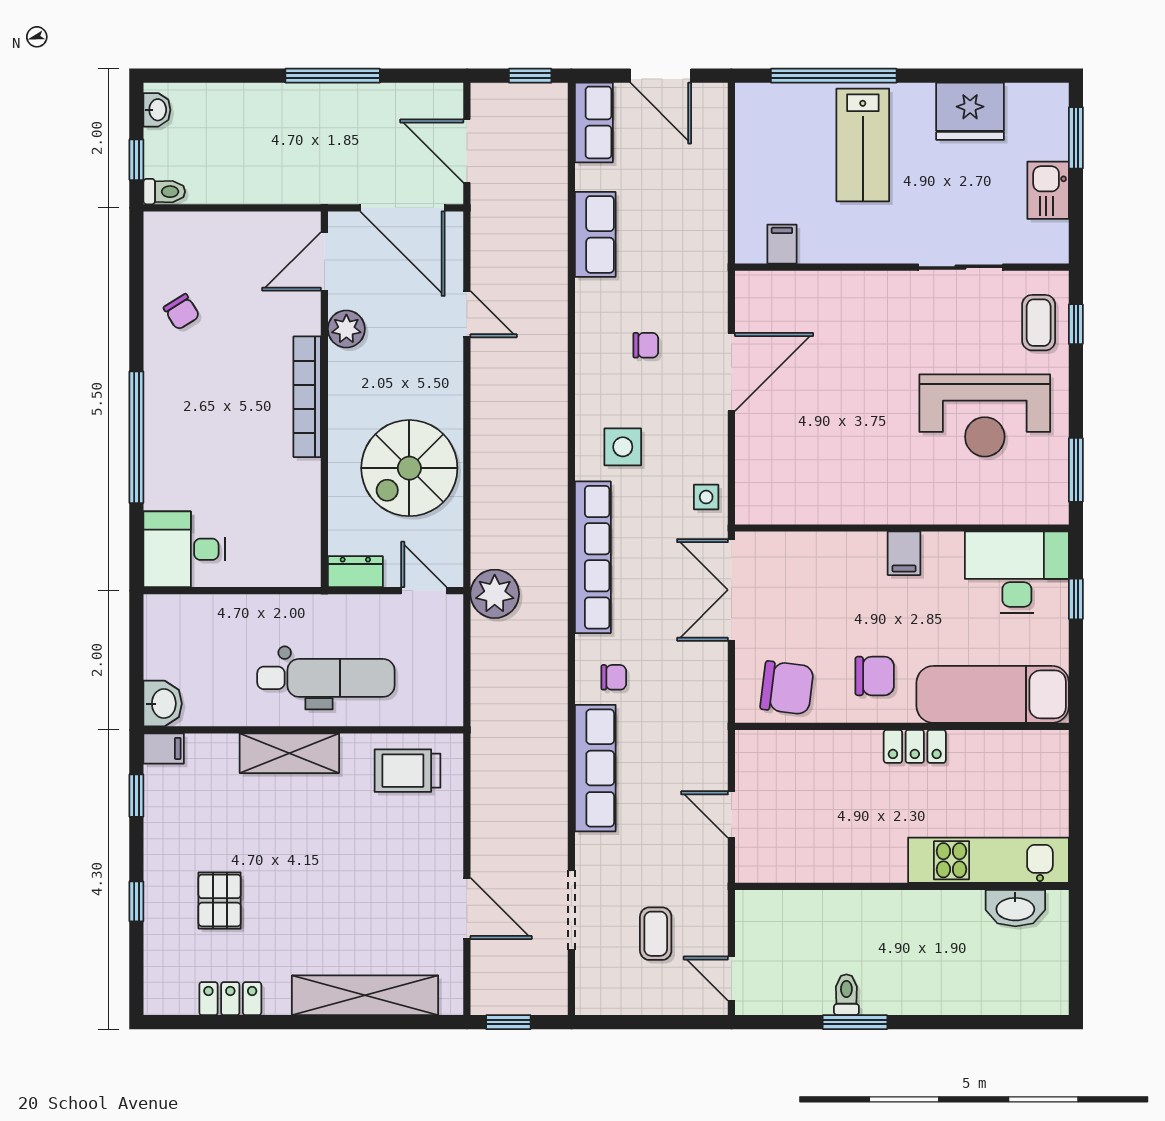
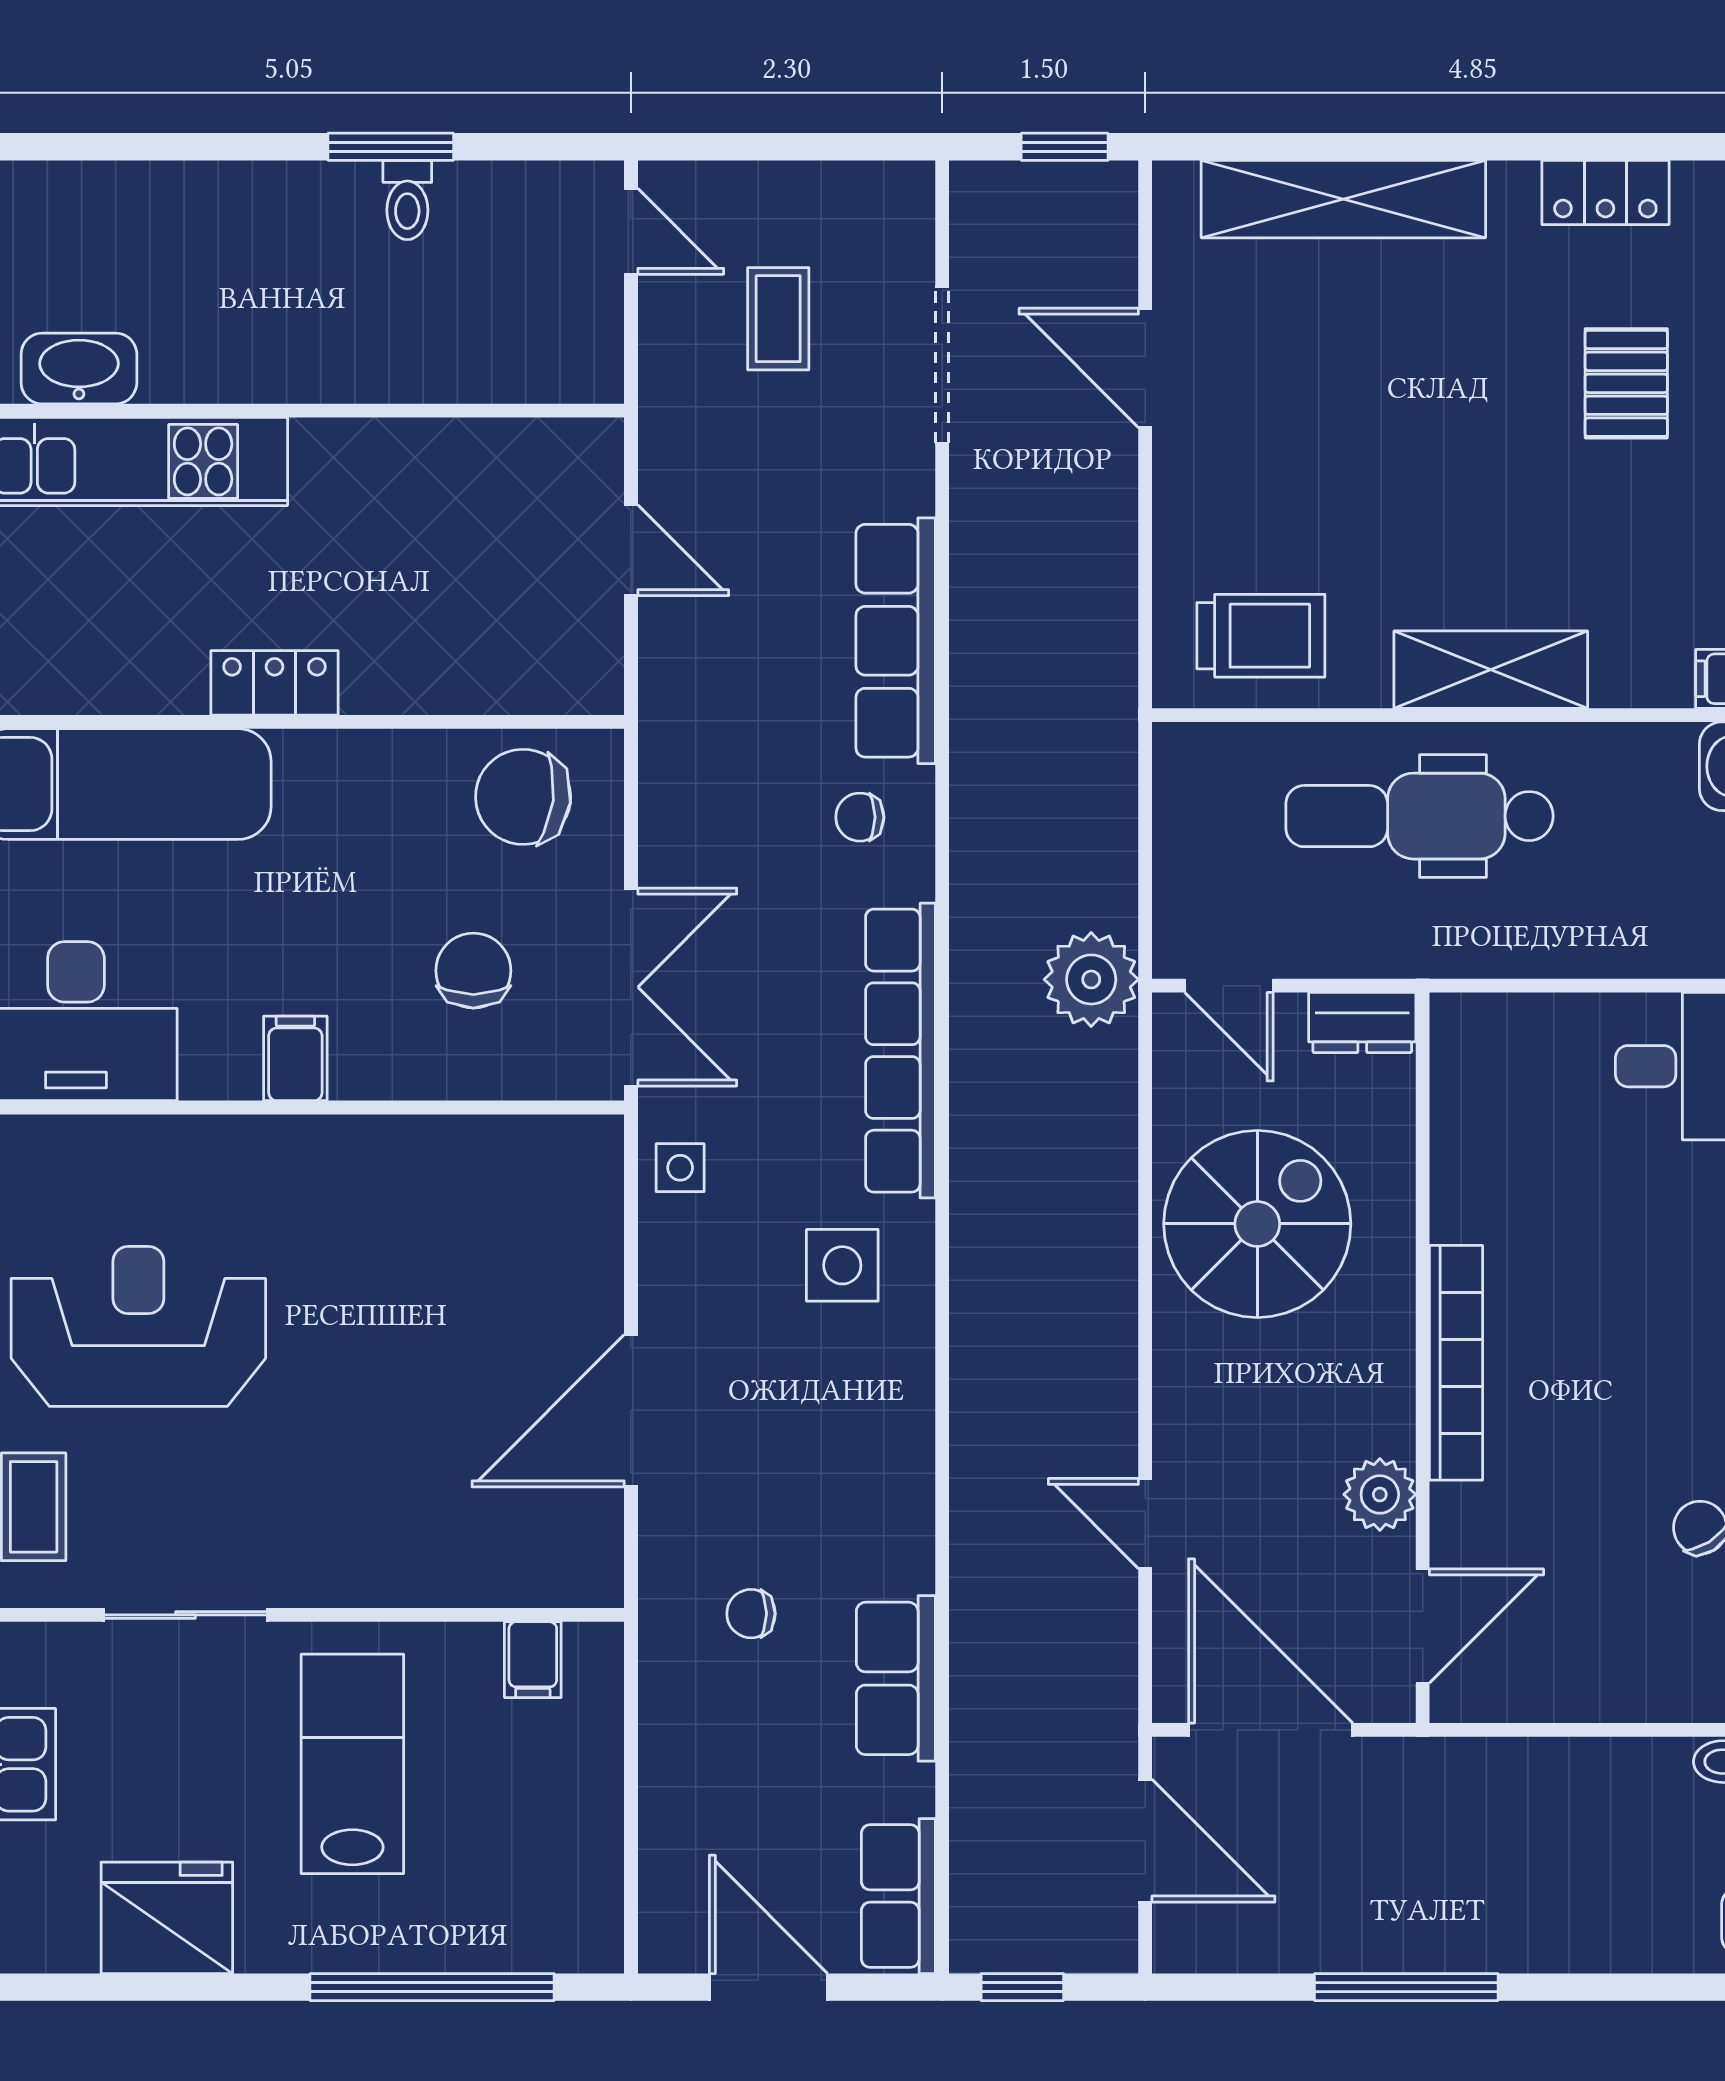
lab bench: (863, 145) -> (352, 1764), moved
chair: (646, 345) -> (751, 1614), moved
chair: (875, 676) -> (473, 971), moved, turned 90

